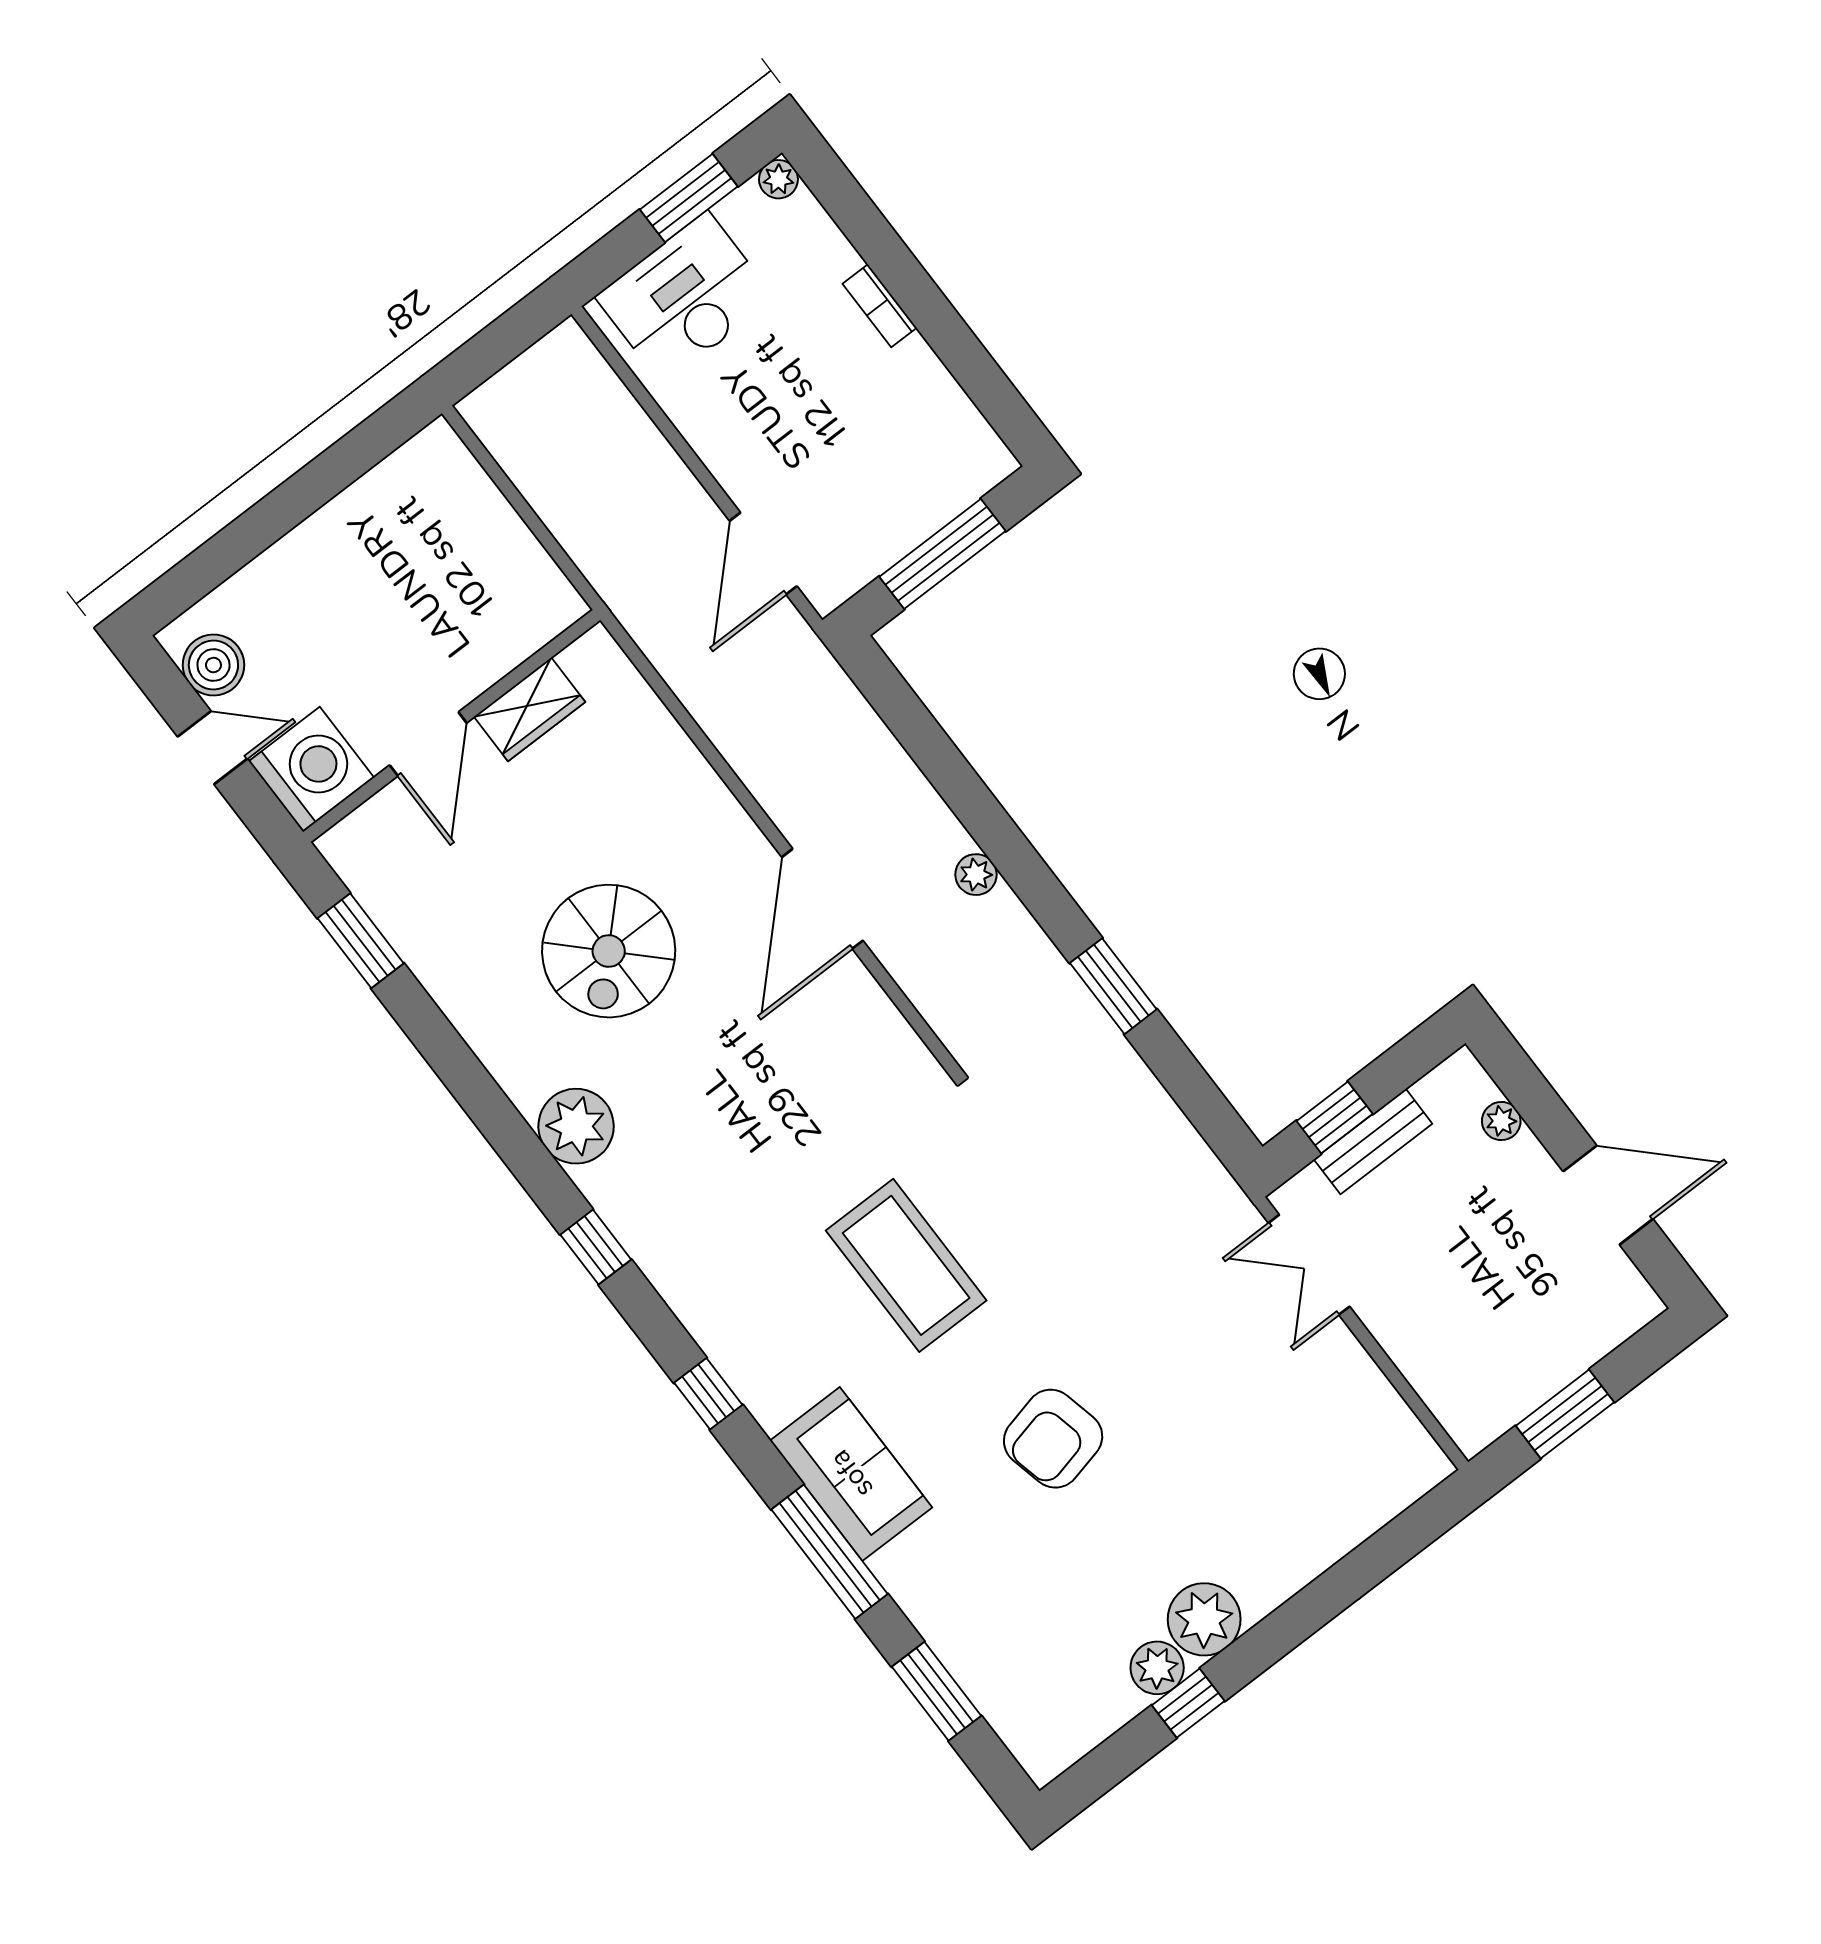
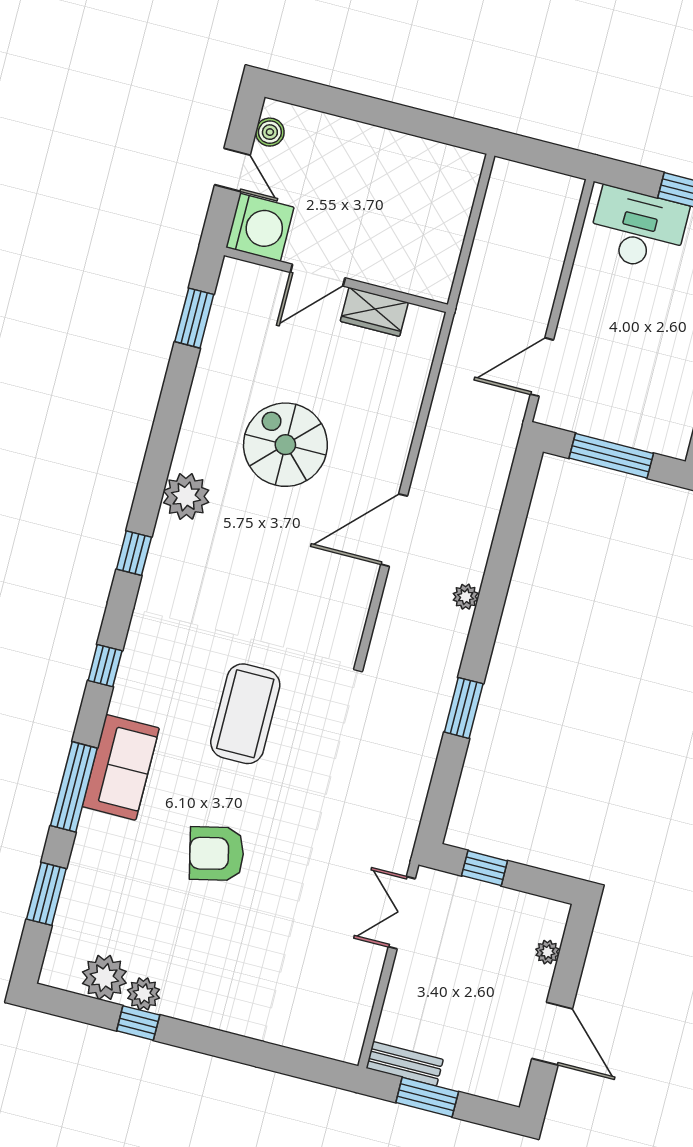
boiler: (213, 665) -> (270, 132), width x0.73, depth x0.73
spiral stairs: (609, 951) -> (285, 445), turned 90
bench: (1373, 1141) -> (405, 1064), moved
plant: (1204, 1619) -> (104, 977), moved

